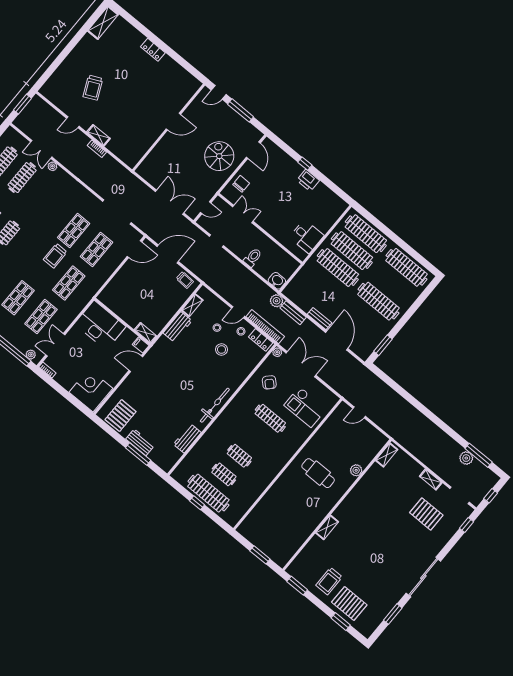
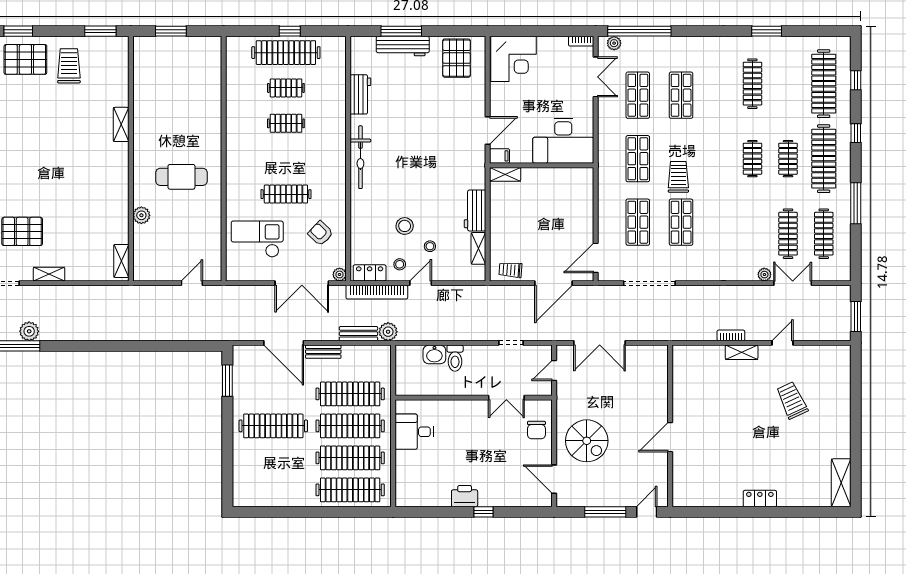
clothes rail: (407, 267) -> (350, 394), moved
washbasin: (277, 281) -> (434, 354), moved
workbench: (140, 442) -> (403, 46), width x1.37

